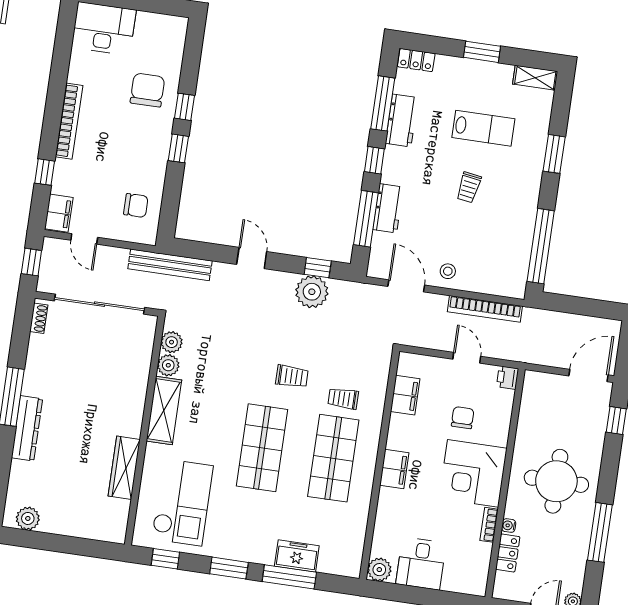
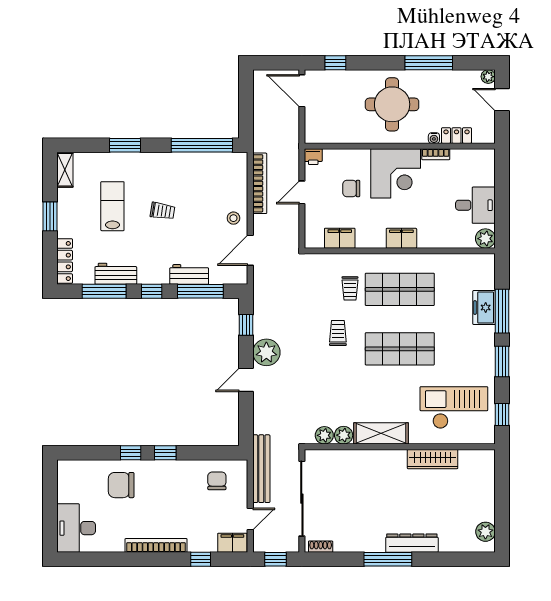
locker: (416, 60) -> (65, 261), width x1.53
bench: (170, 265) -> (261, 469), moved
plant: (312, 292) -> (266, 352), moved

